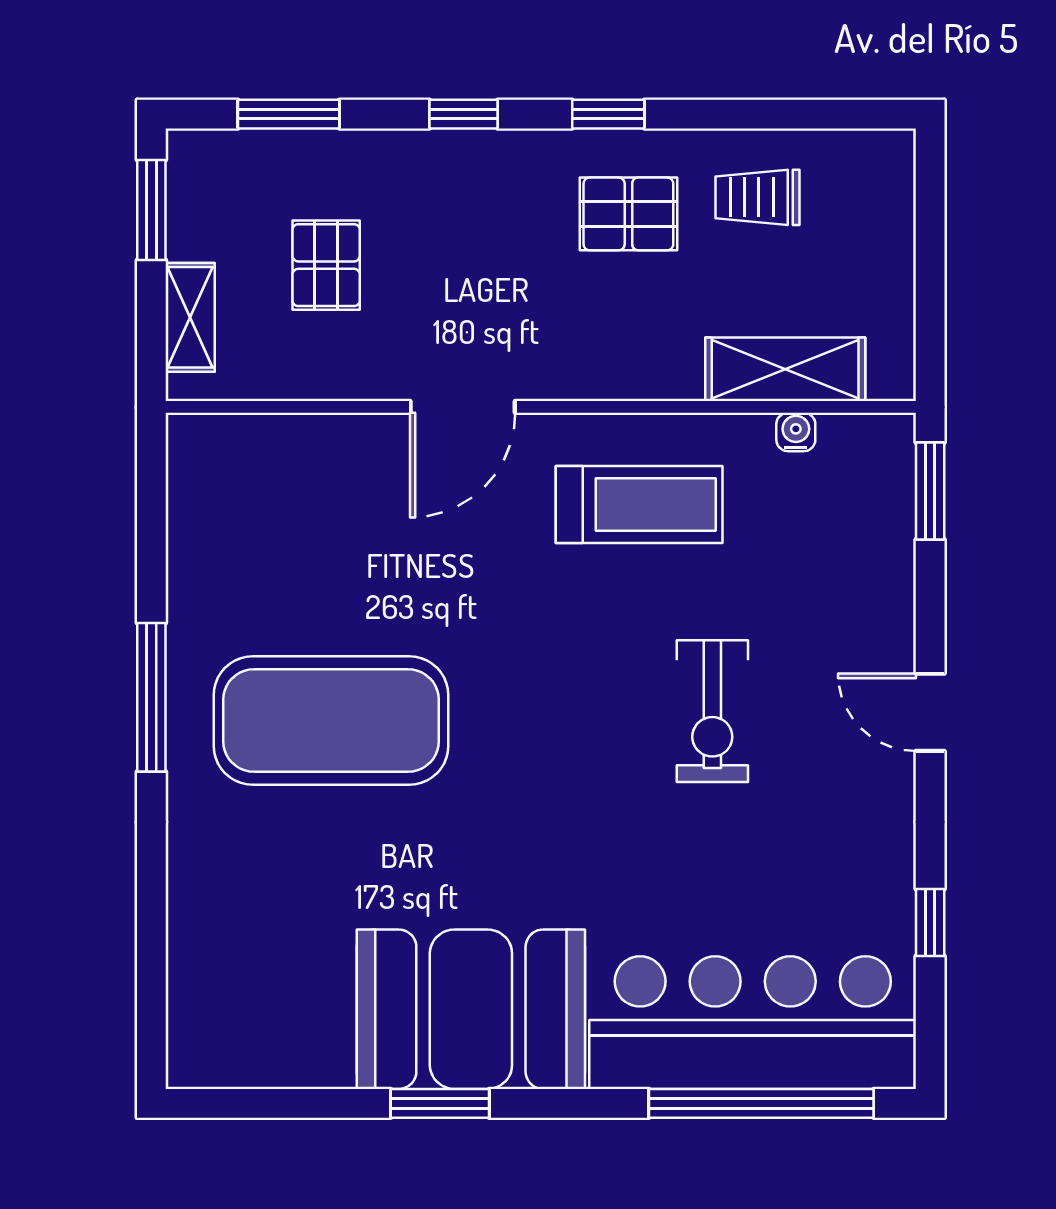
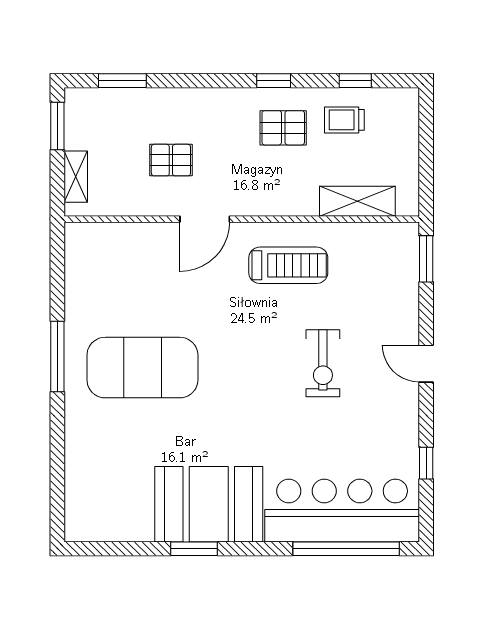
window: (464, 114) -> (355, 81), moved
pallet: (326, 265) -> (171, 160), moved, turned 90
water cooler: (796, 432) -> (362, 231), removed

